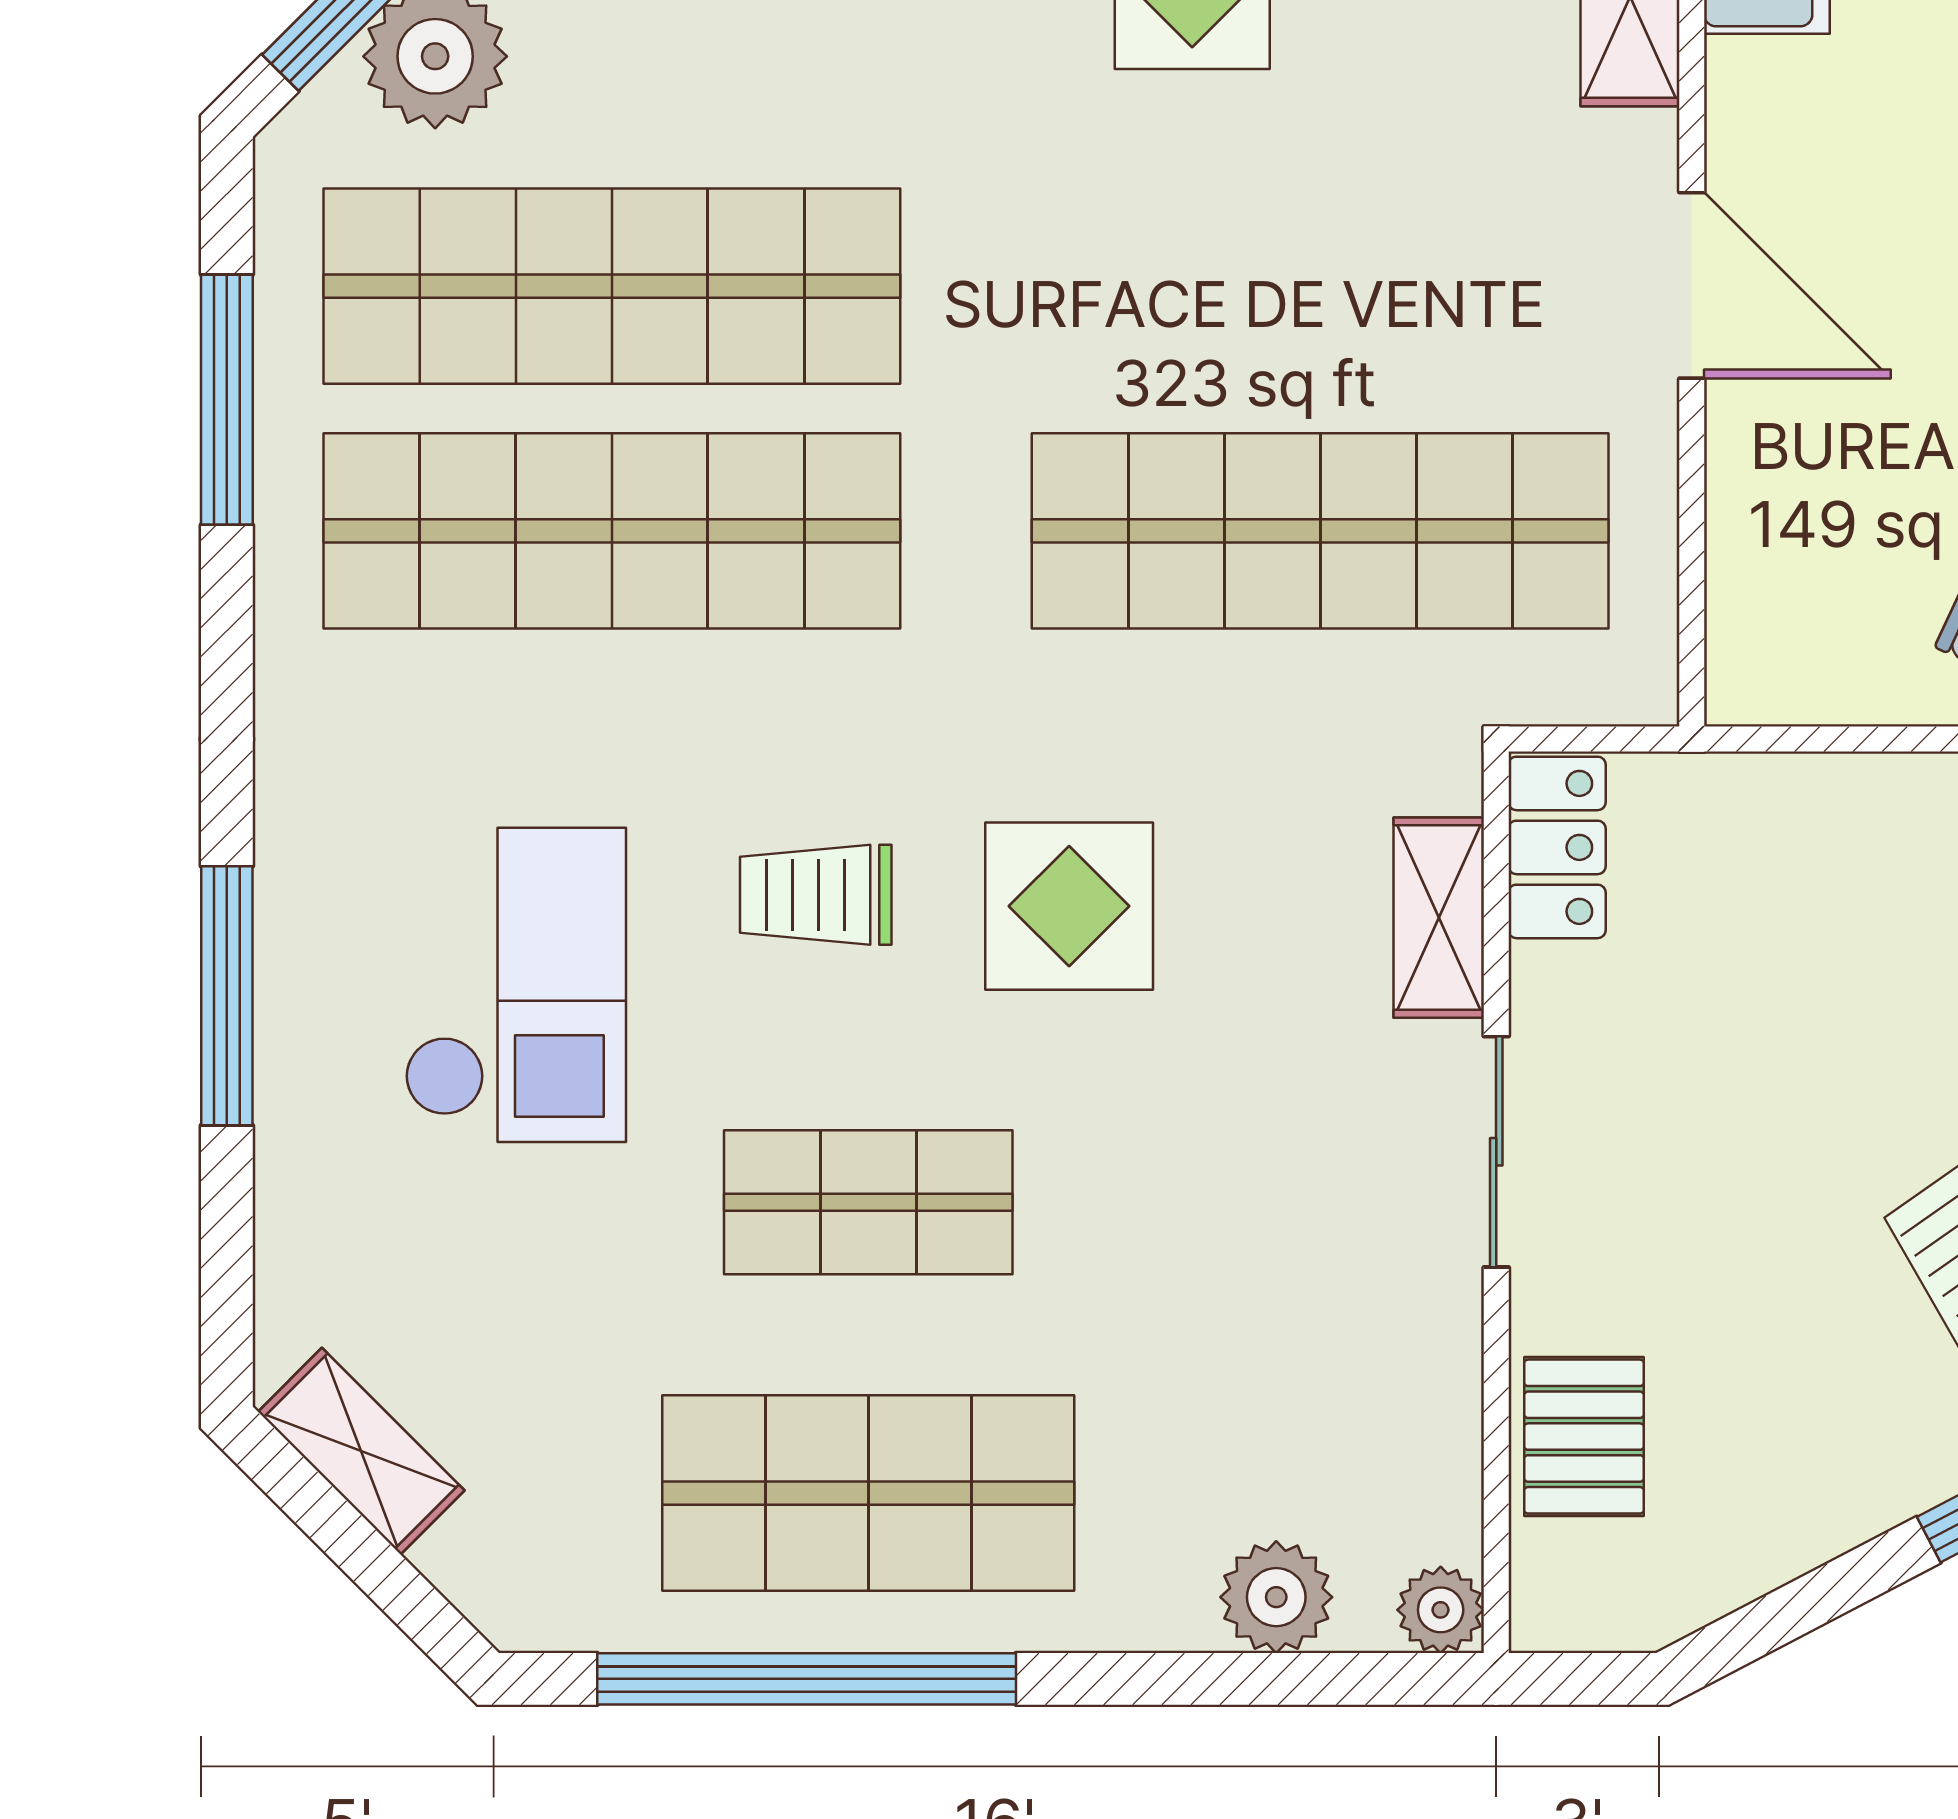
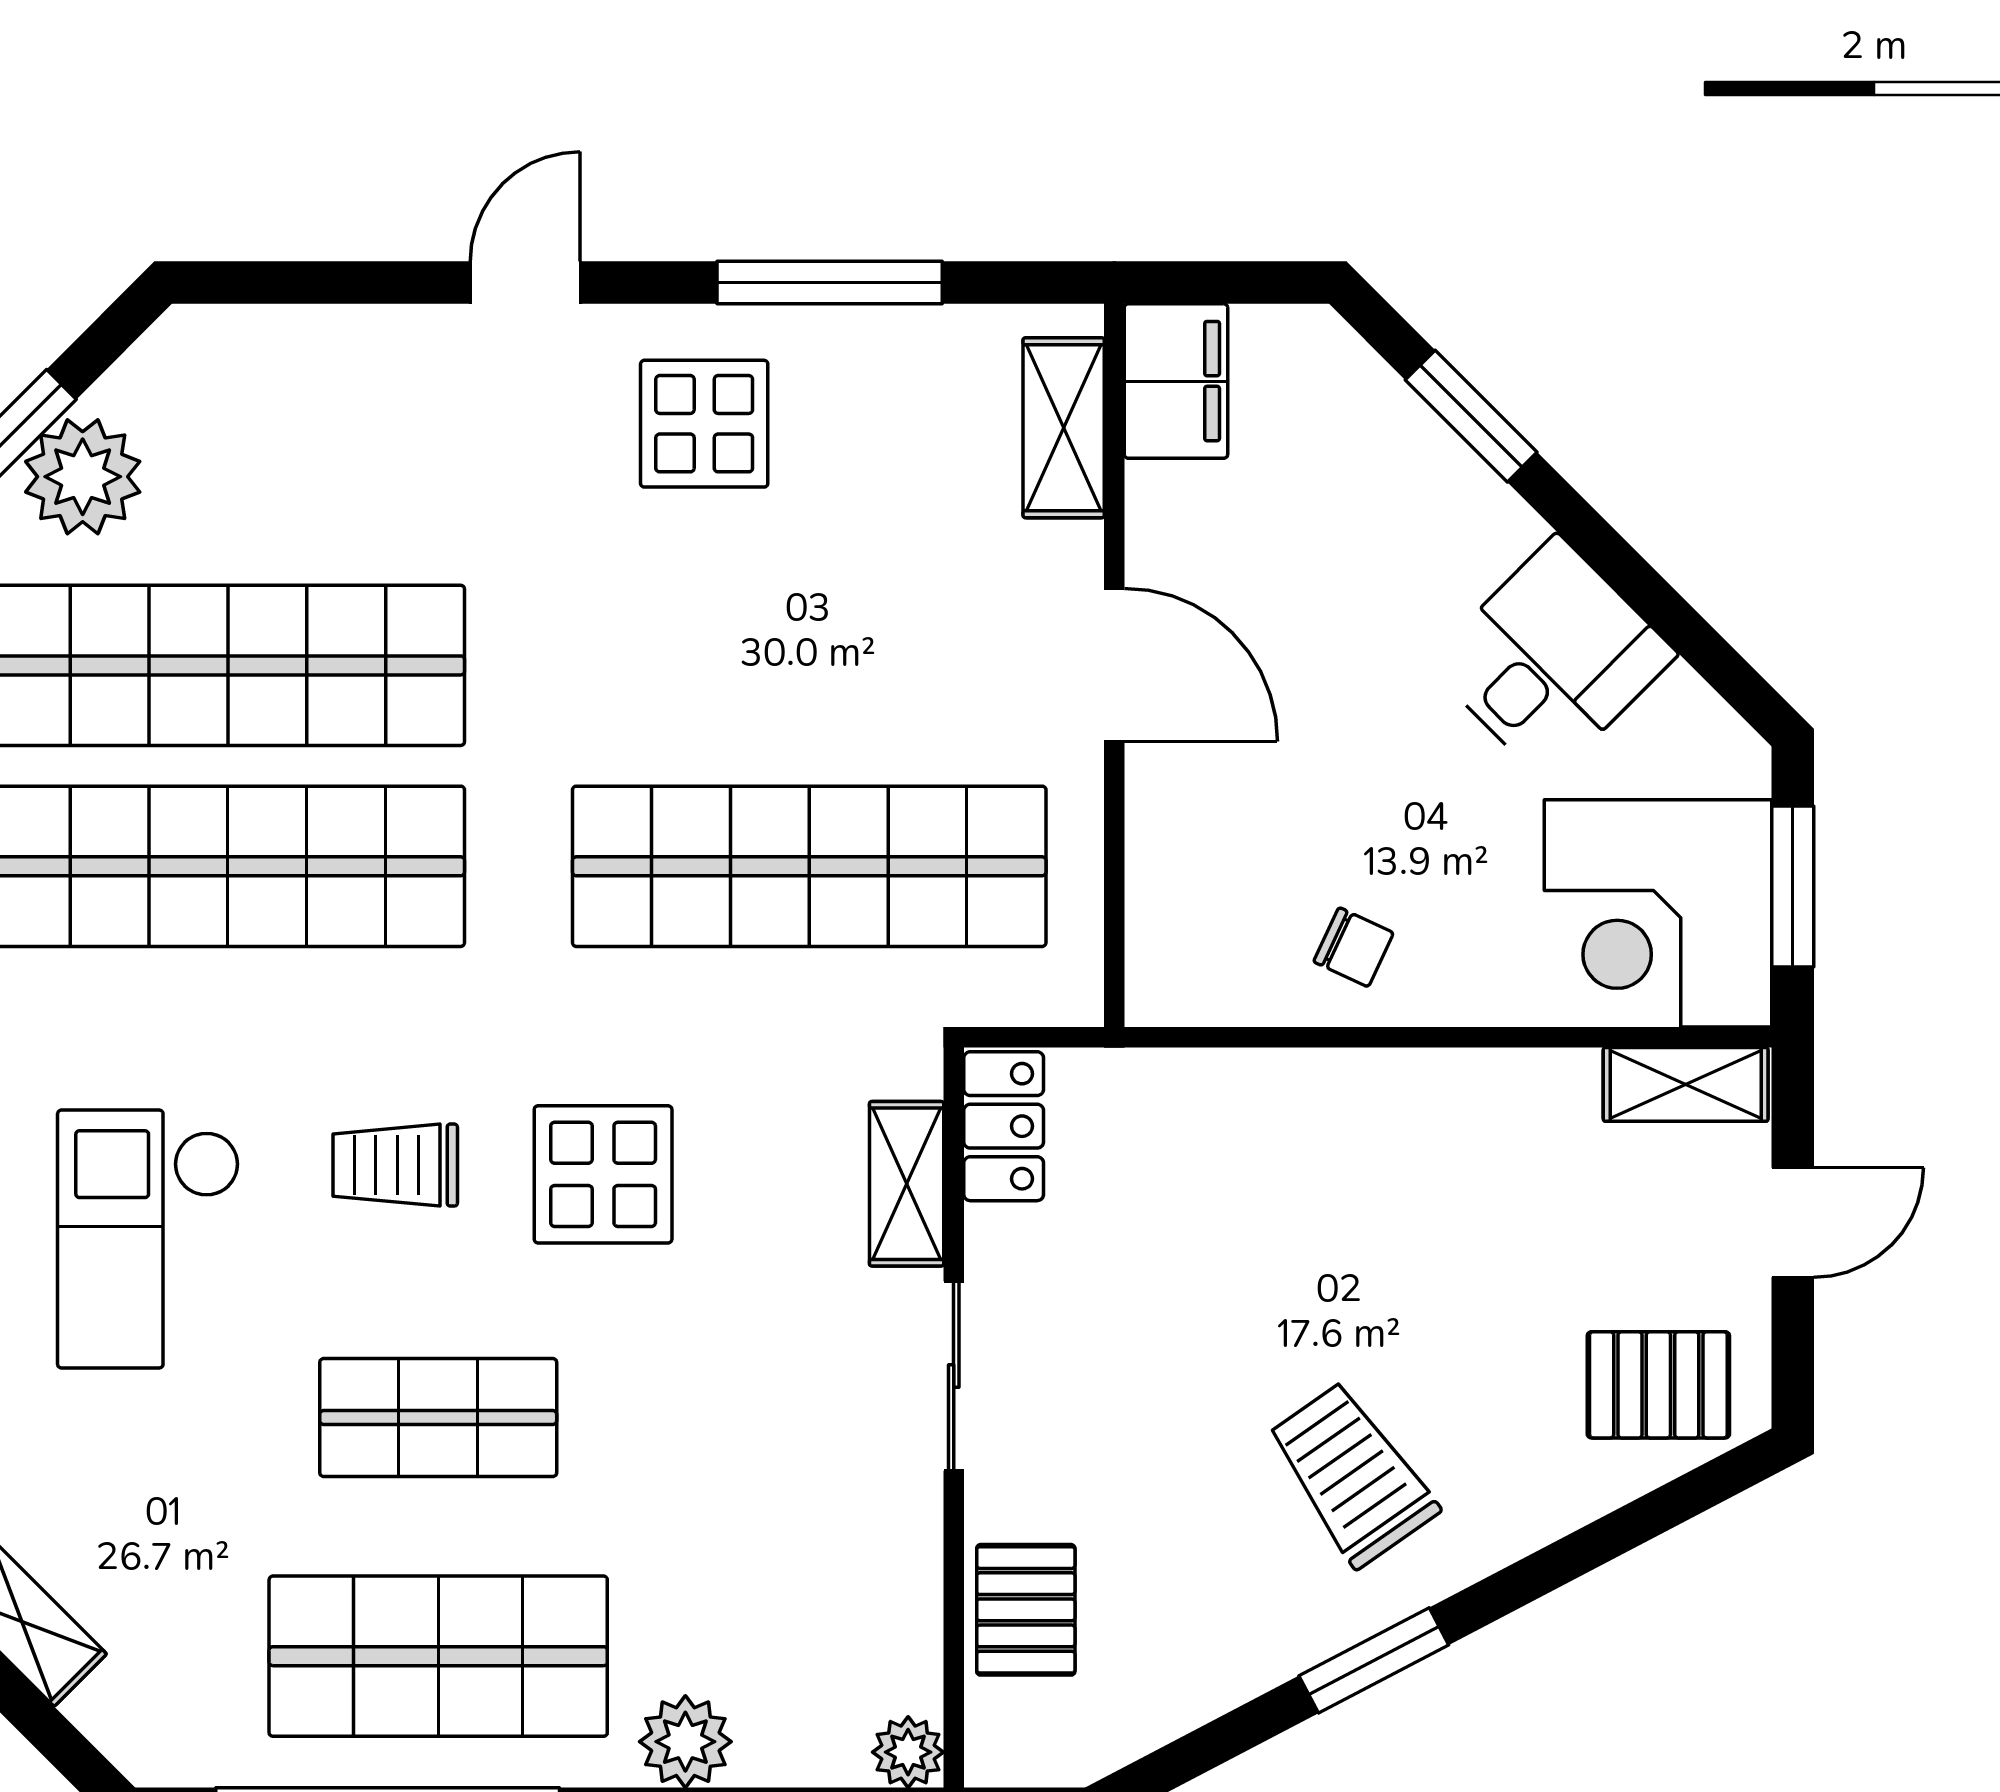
checkout: (515, 985) -> (148, 1239), turned 180
plant: (1276, 1597) -> (685, 1742), moved

